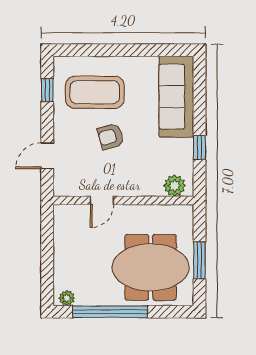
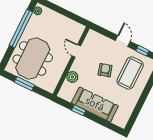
sofa: (176, 97) -> (95, 104), moved
door: (47, 156) -> (123, 41), moved
plant: (175, 186) -> (72, 77), moved

